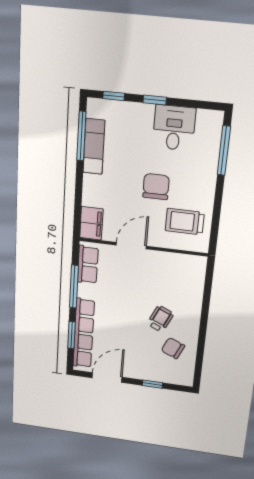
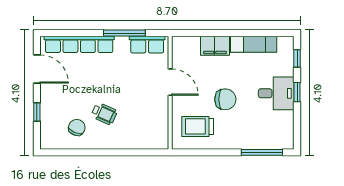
desk: (174, 128) -> (276, 93), moved
window: (81, 136) -> (261, 33), removed
trolley: (185, 222) -> (198, 126), turned -90
filing cabinet: (91, 223) -> (215, 46), moved
window: (71, 335) -> (76, 33), removed

